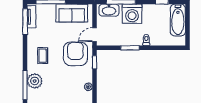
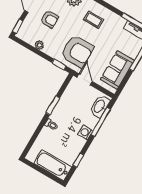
washing machine: (132, 14) -> (85, 133), width x0.53, depth x0.53
armchair: (63, 91) -> (50, 19), added

